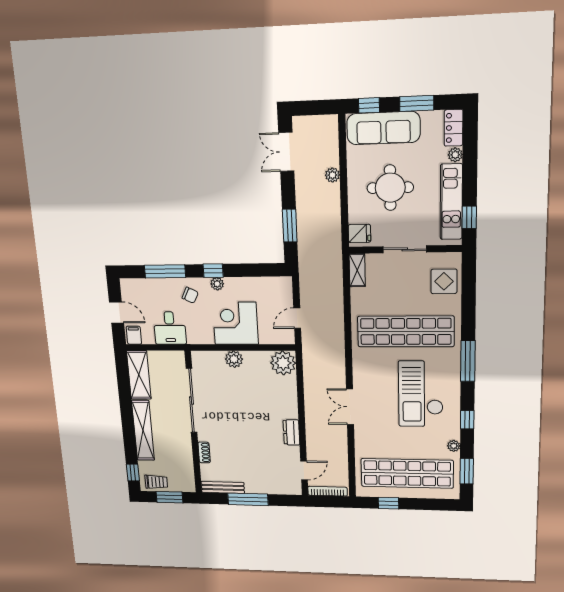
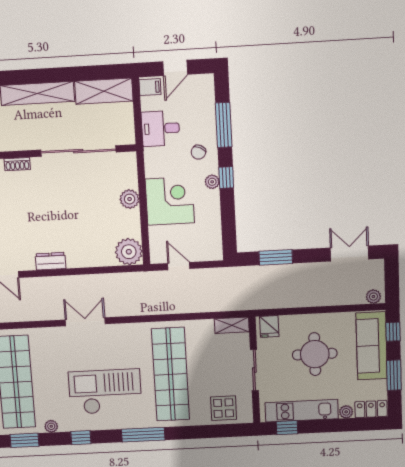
plant: (332, 175) -> (373, 297), moved

